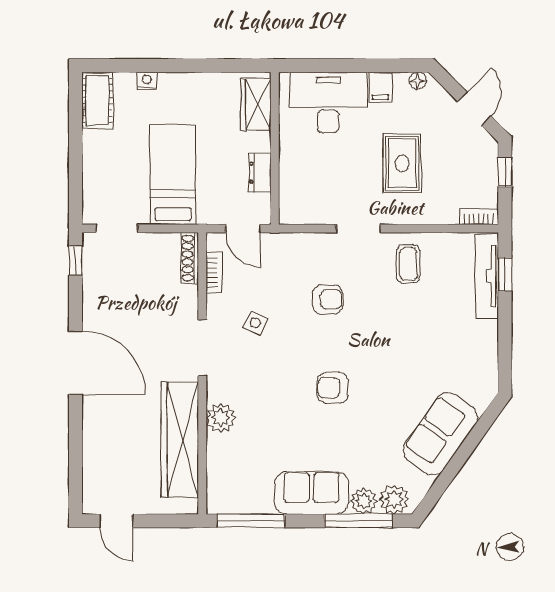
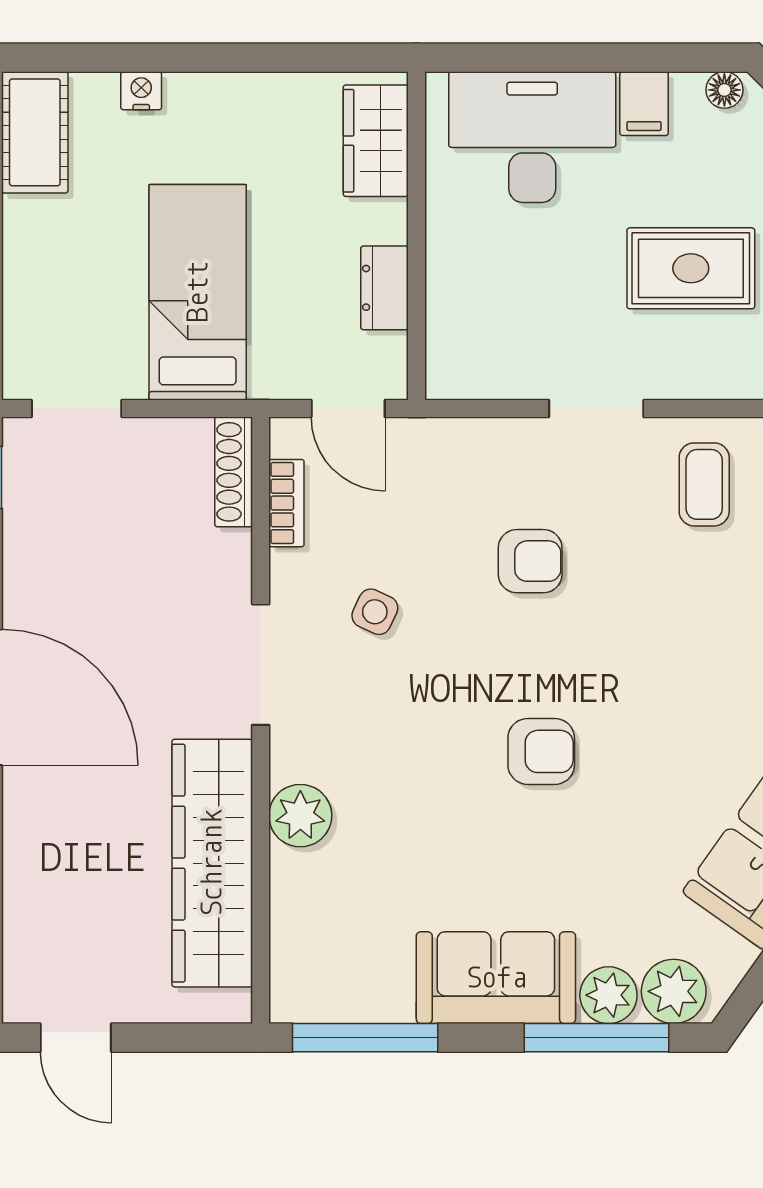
rug: (402, 163) -> (691, 268), turned 90
armchair: (333, 388) -> (541, 751), turned 180

